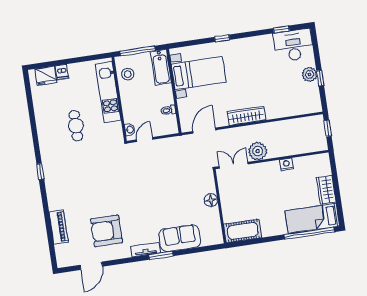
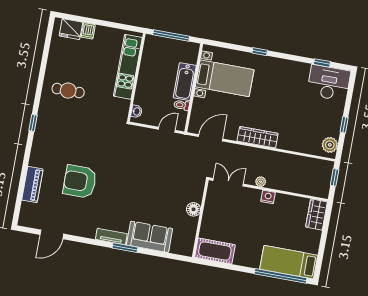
bathtub: (161, 67) -> (185, 82), moved
stool: (128, 74) -> (153, 55), removed
plant: (310, 74) -> (330, 145), moved
cafe table: (76, 126) -> (68, 91), moved, turned 90
door: (145, 140) -> (167, 130), moved
plant: (258, 151) -> (261, 182), width x0.53, depth x0.53
nightstand: (287, 164) -> (268, 197), moved
wardrobe: (326, 190) -> (317, 214), moved
armchair: (107, 231) -> (80, 181), moved

